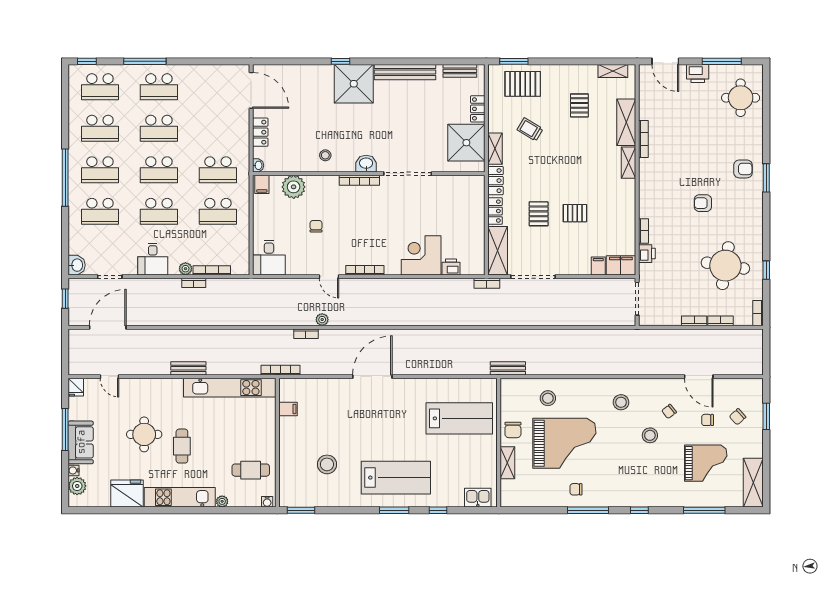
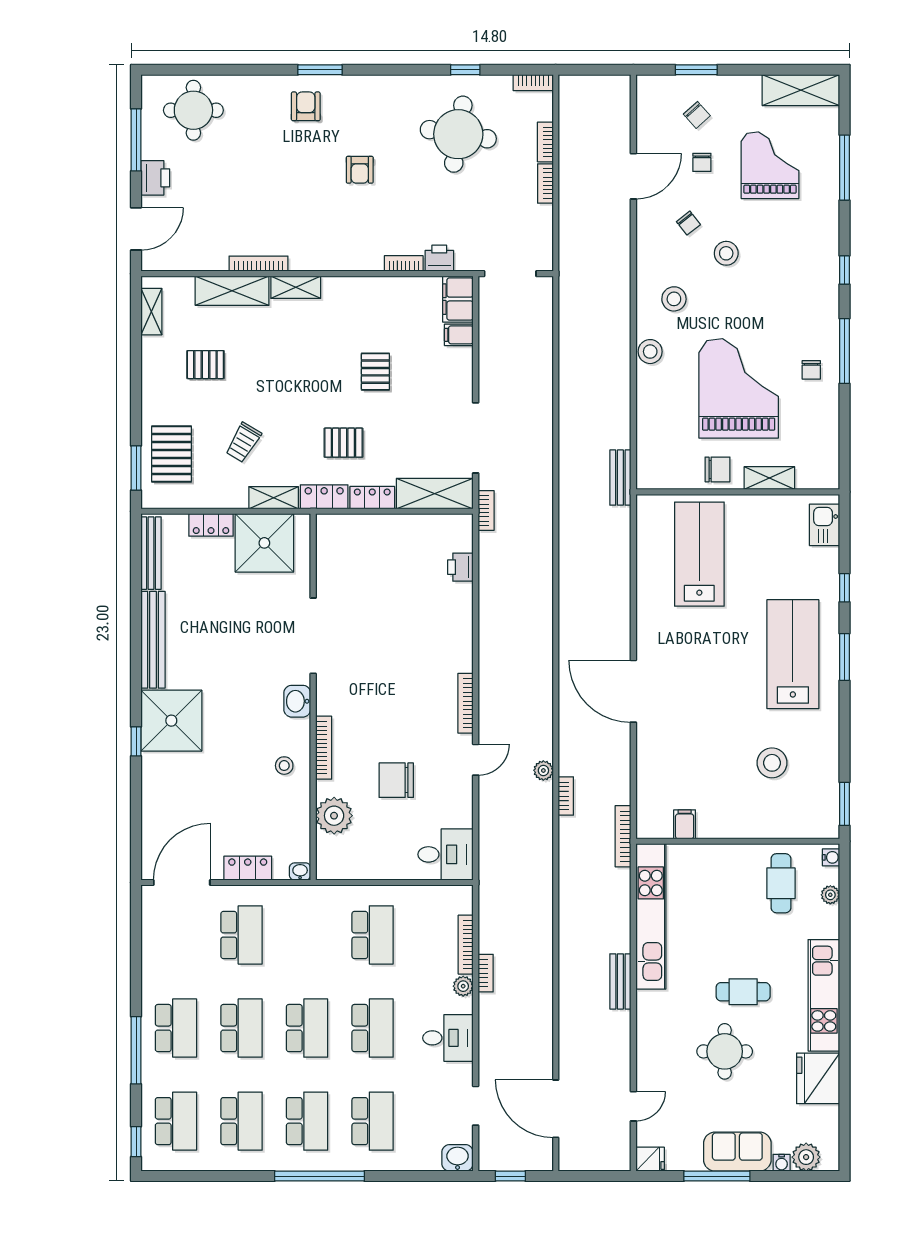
bench: (460, 71) -> (151, 553), width x1.36
school desk: (218, 170) -> (242, 935), moved
bookcase: (359, 180) -> (324, 748), moved
filing cabinet: (262, 184) -> (330, 866), removed
pallet: (539, 214) -> (343, 443), moved
chair: (316, 226) -> (396, 780), width x1.87, depth x1.87
corner desk: (421, 255) -> (442, 614), removed
stool: (548, 398) -> (650, 352), moved
plant: (222, 501) -> (830, 895), moved

